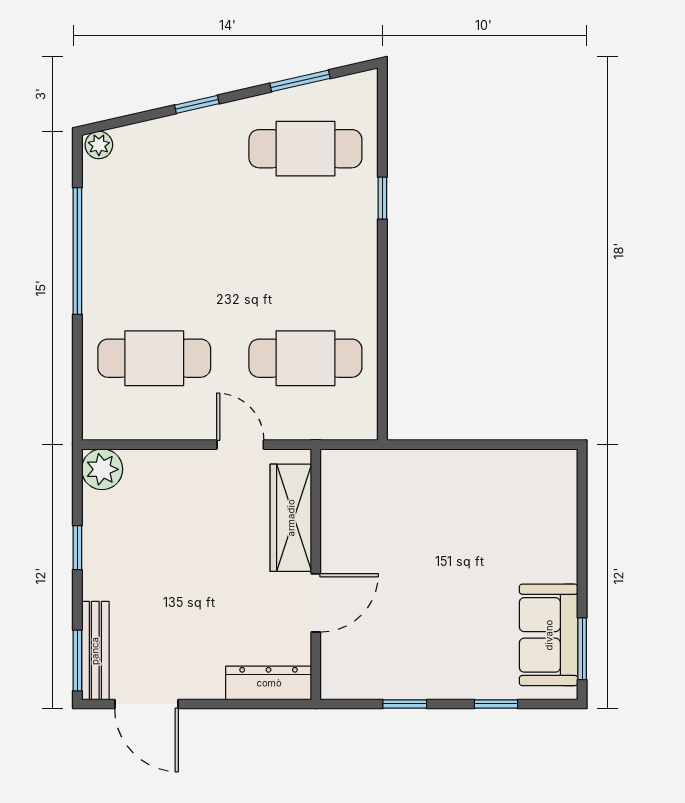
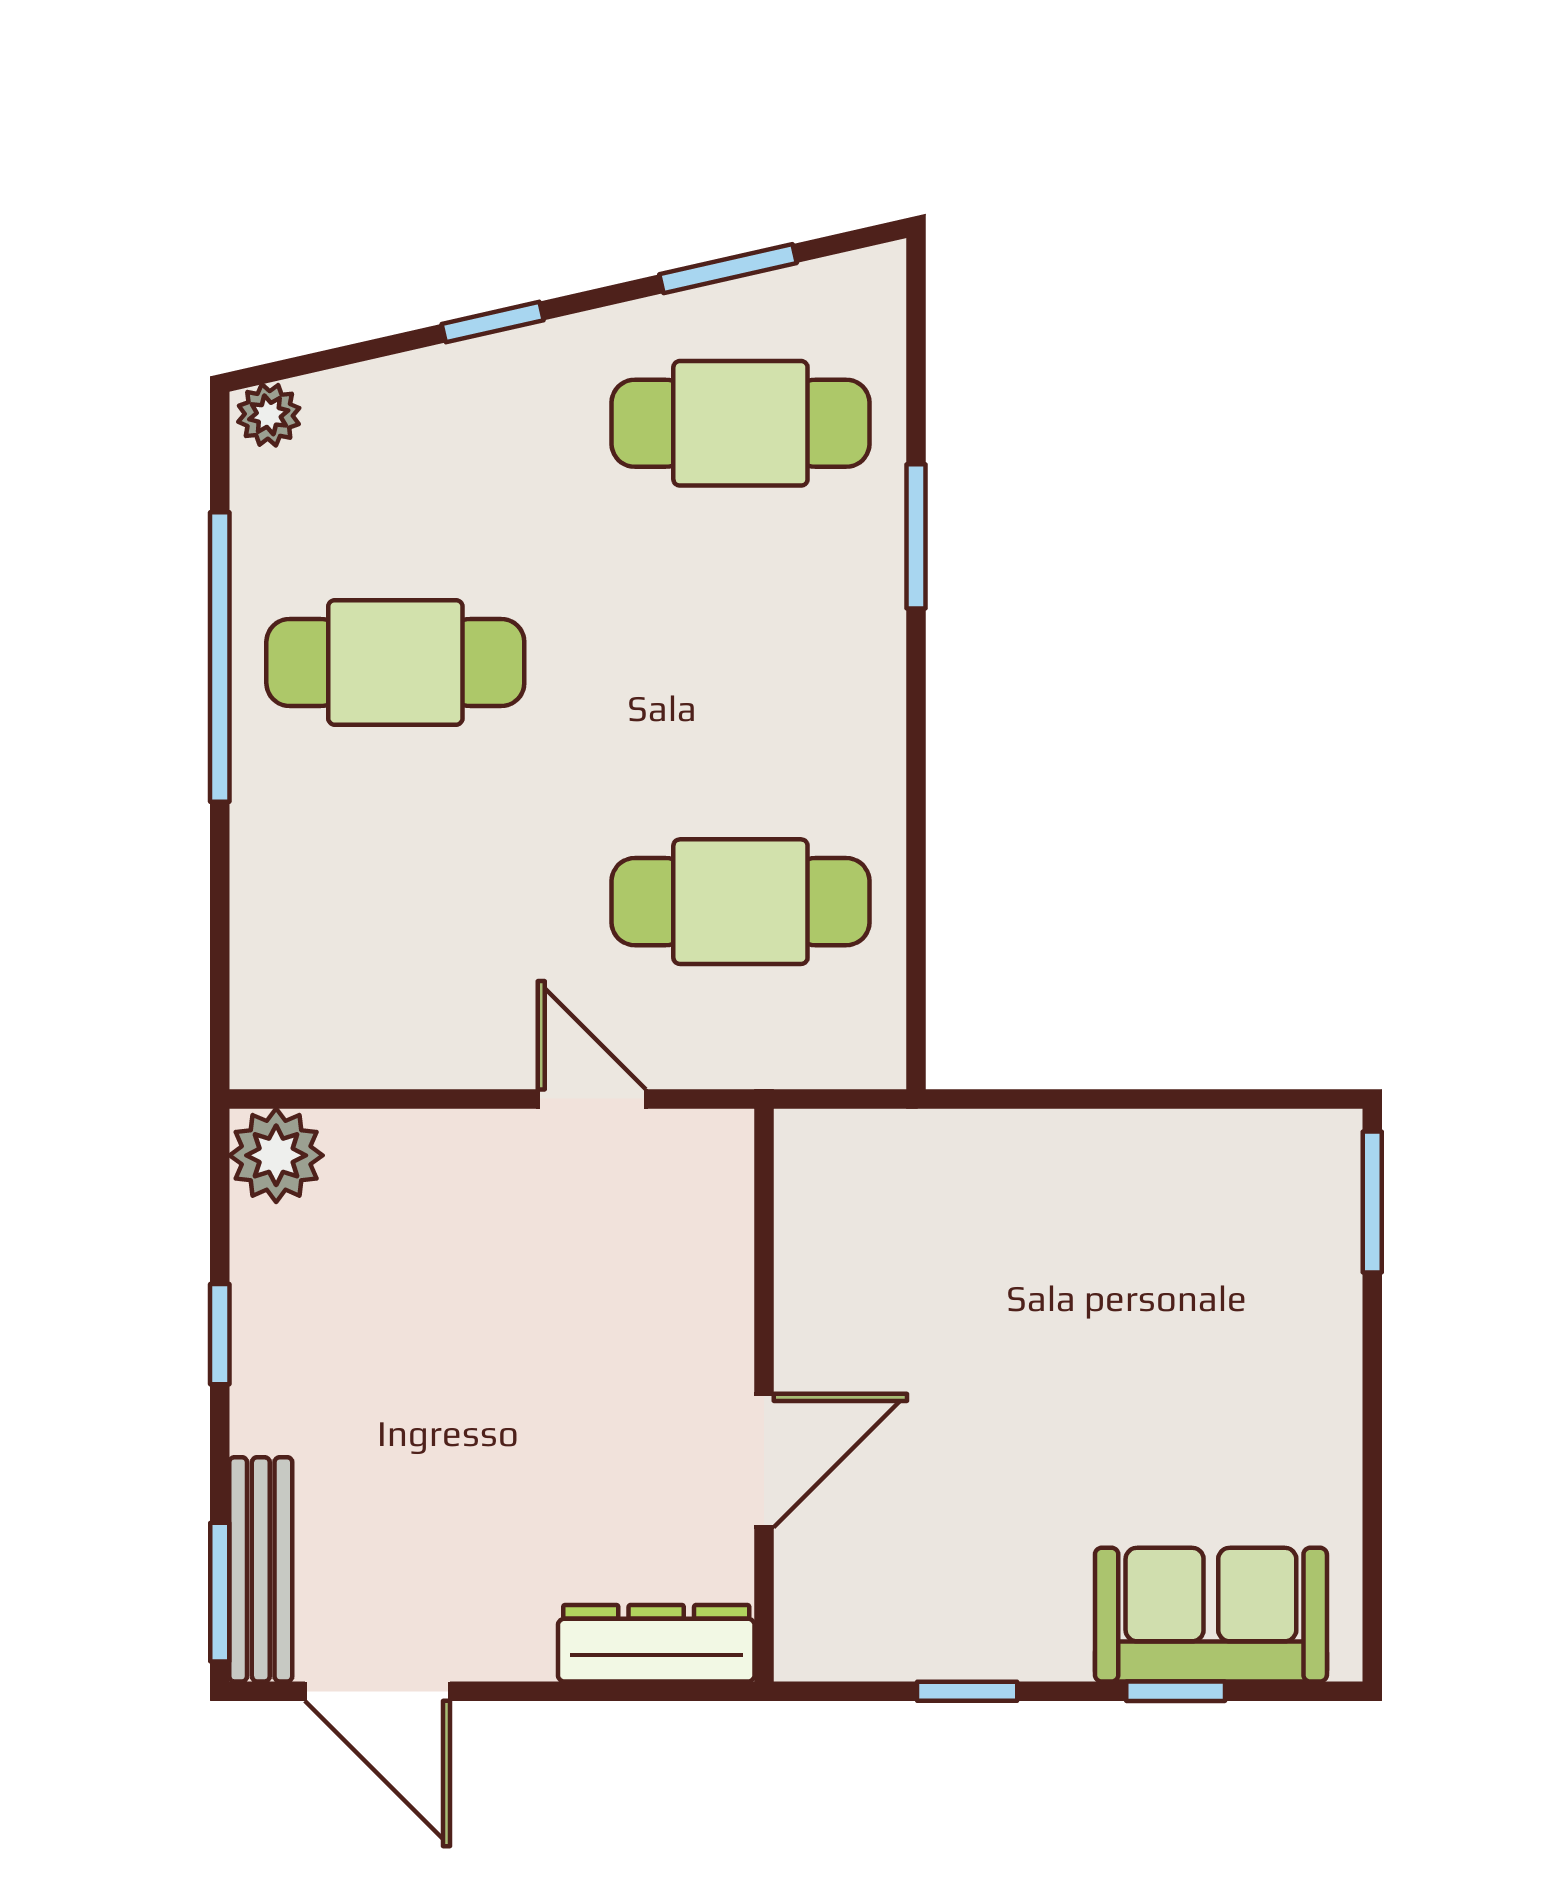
window: (382, 198) -> (916, 536), width x1.50
cafe table: (154, 358) -> (395, 662), moved
wardrobe: (291, 518) -> (707, 1266), removed
sofa: (549, 635) -> (1211, 1615), moved, turned 90
window: (582, 649) -> (1372, 1202), moved

